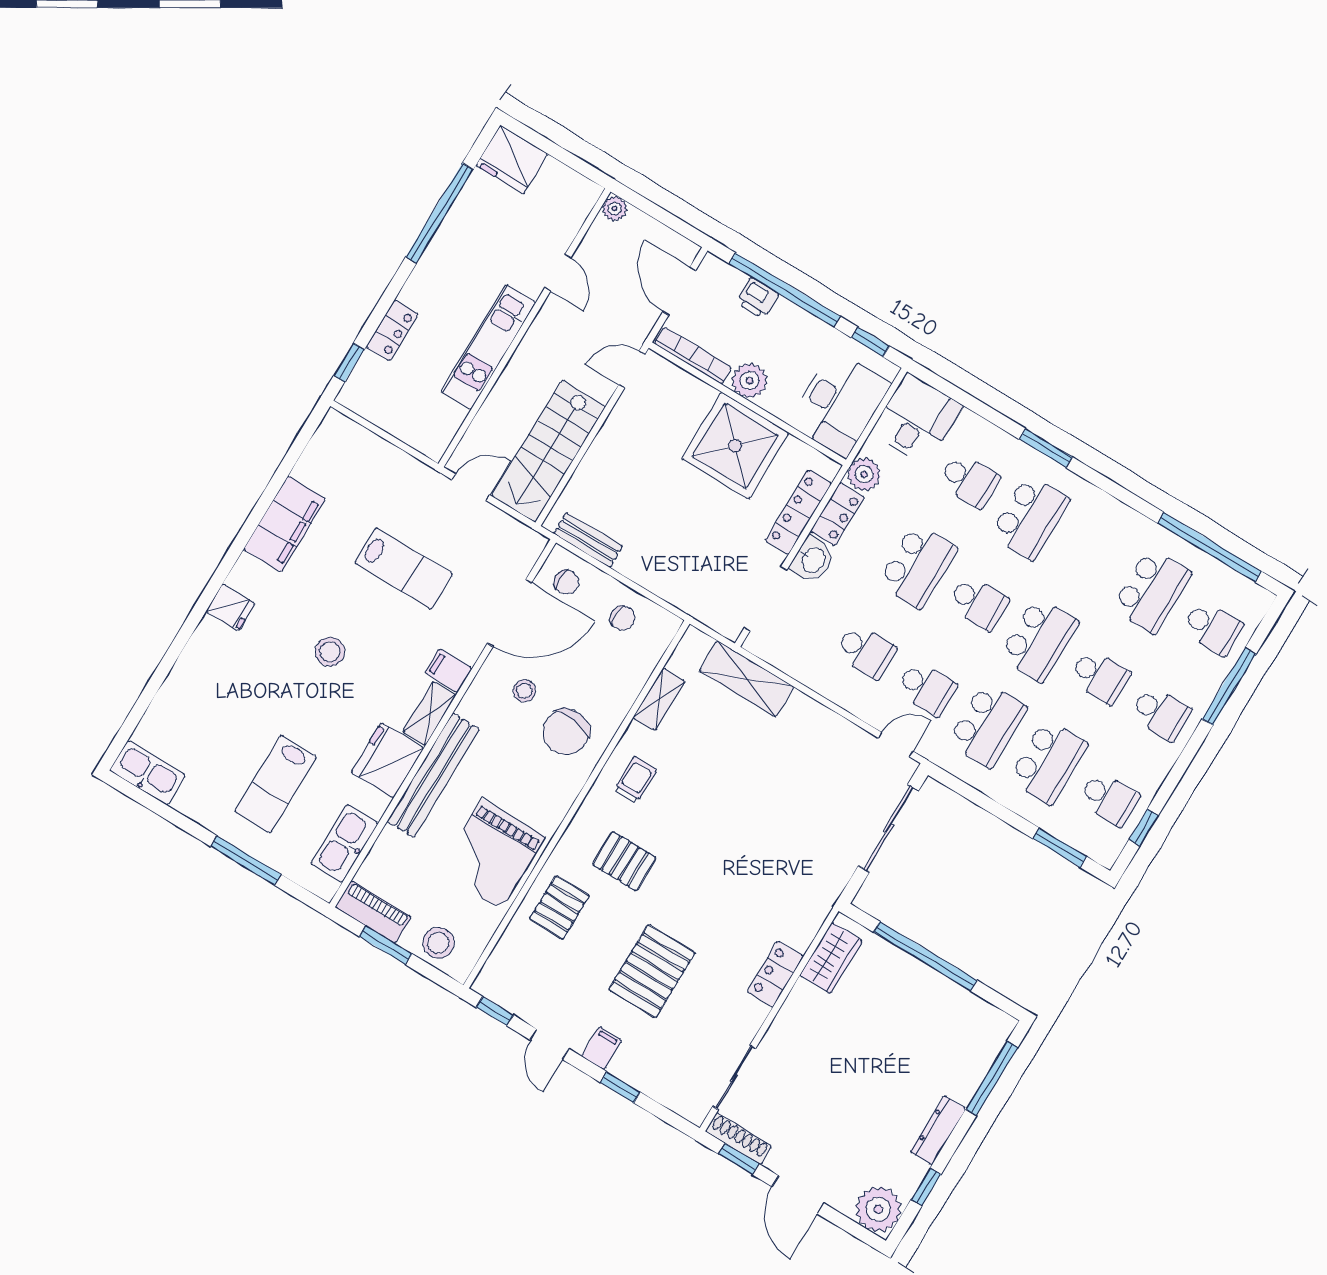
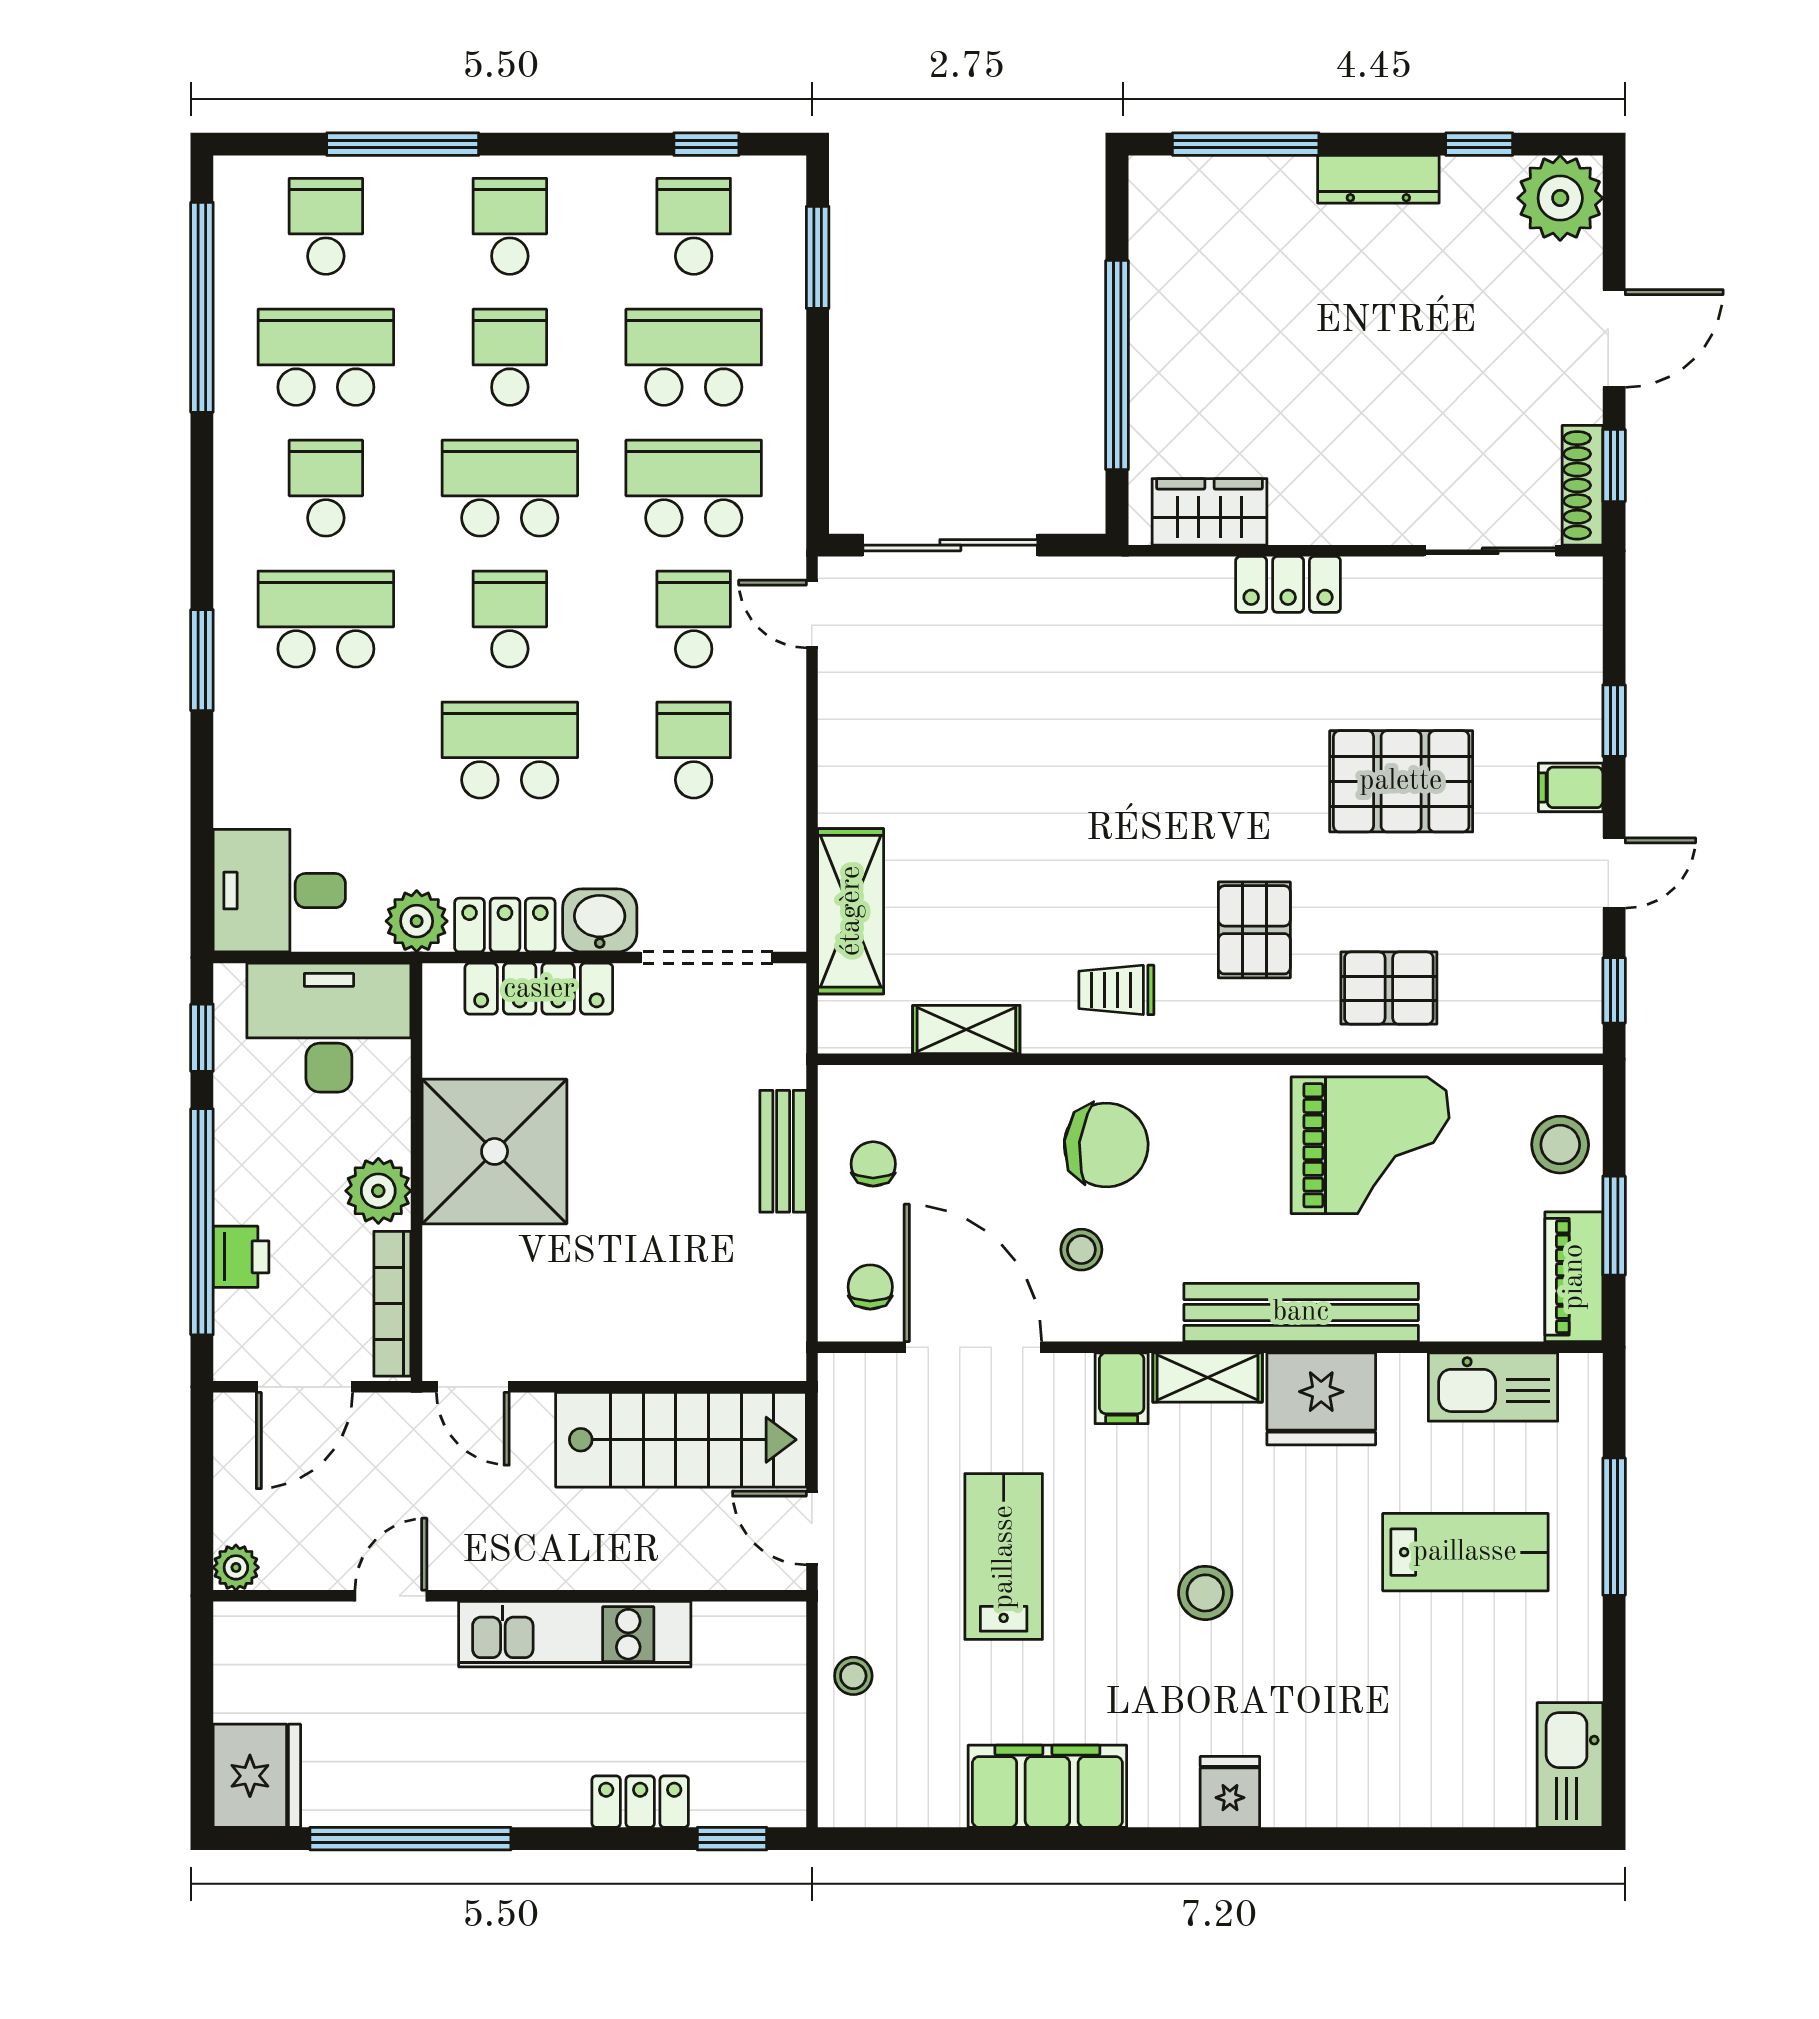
stool: (390, 465) -> (853, 1676), added
school desk: (969, 480) -> (326, 488), moved
bench: (588, 540) -> (783, 1151), moved

